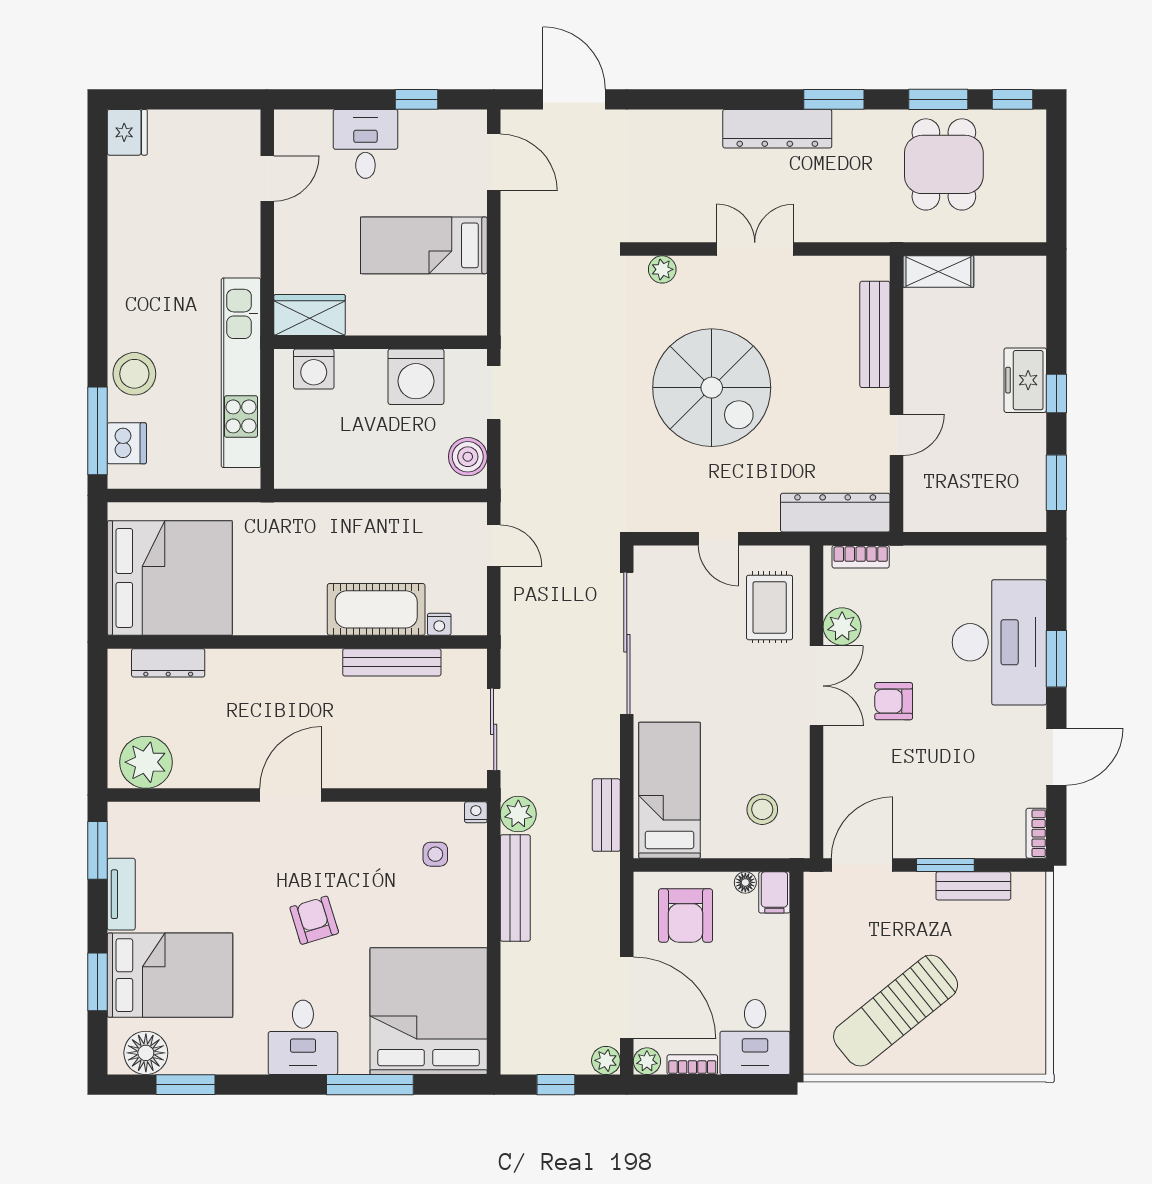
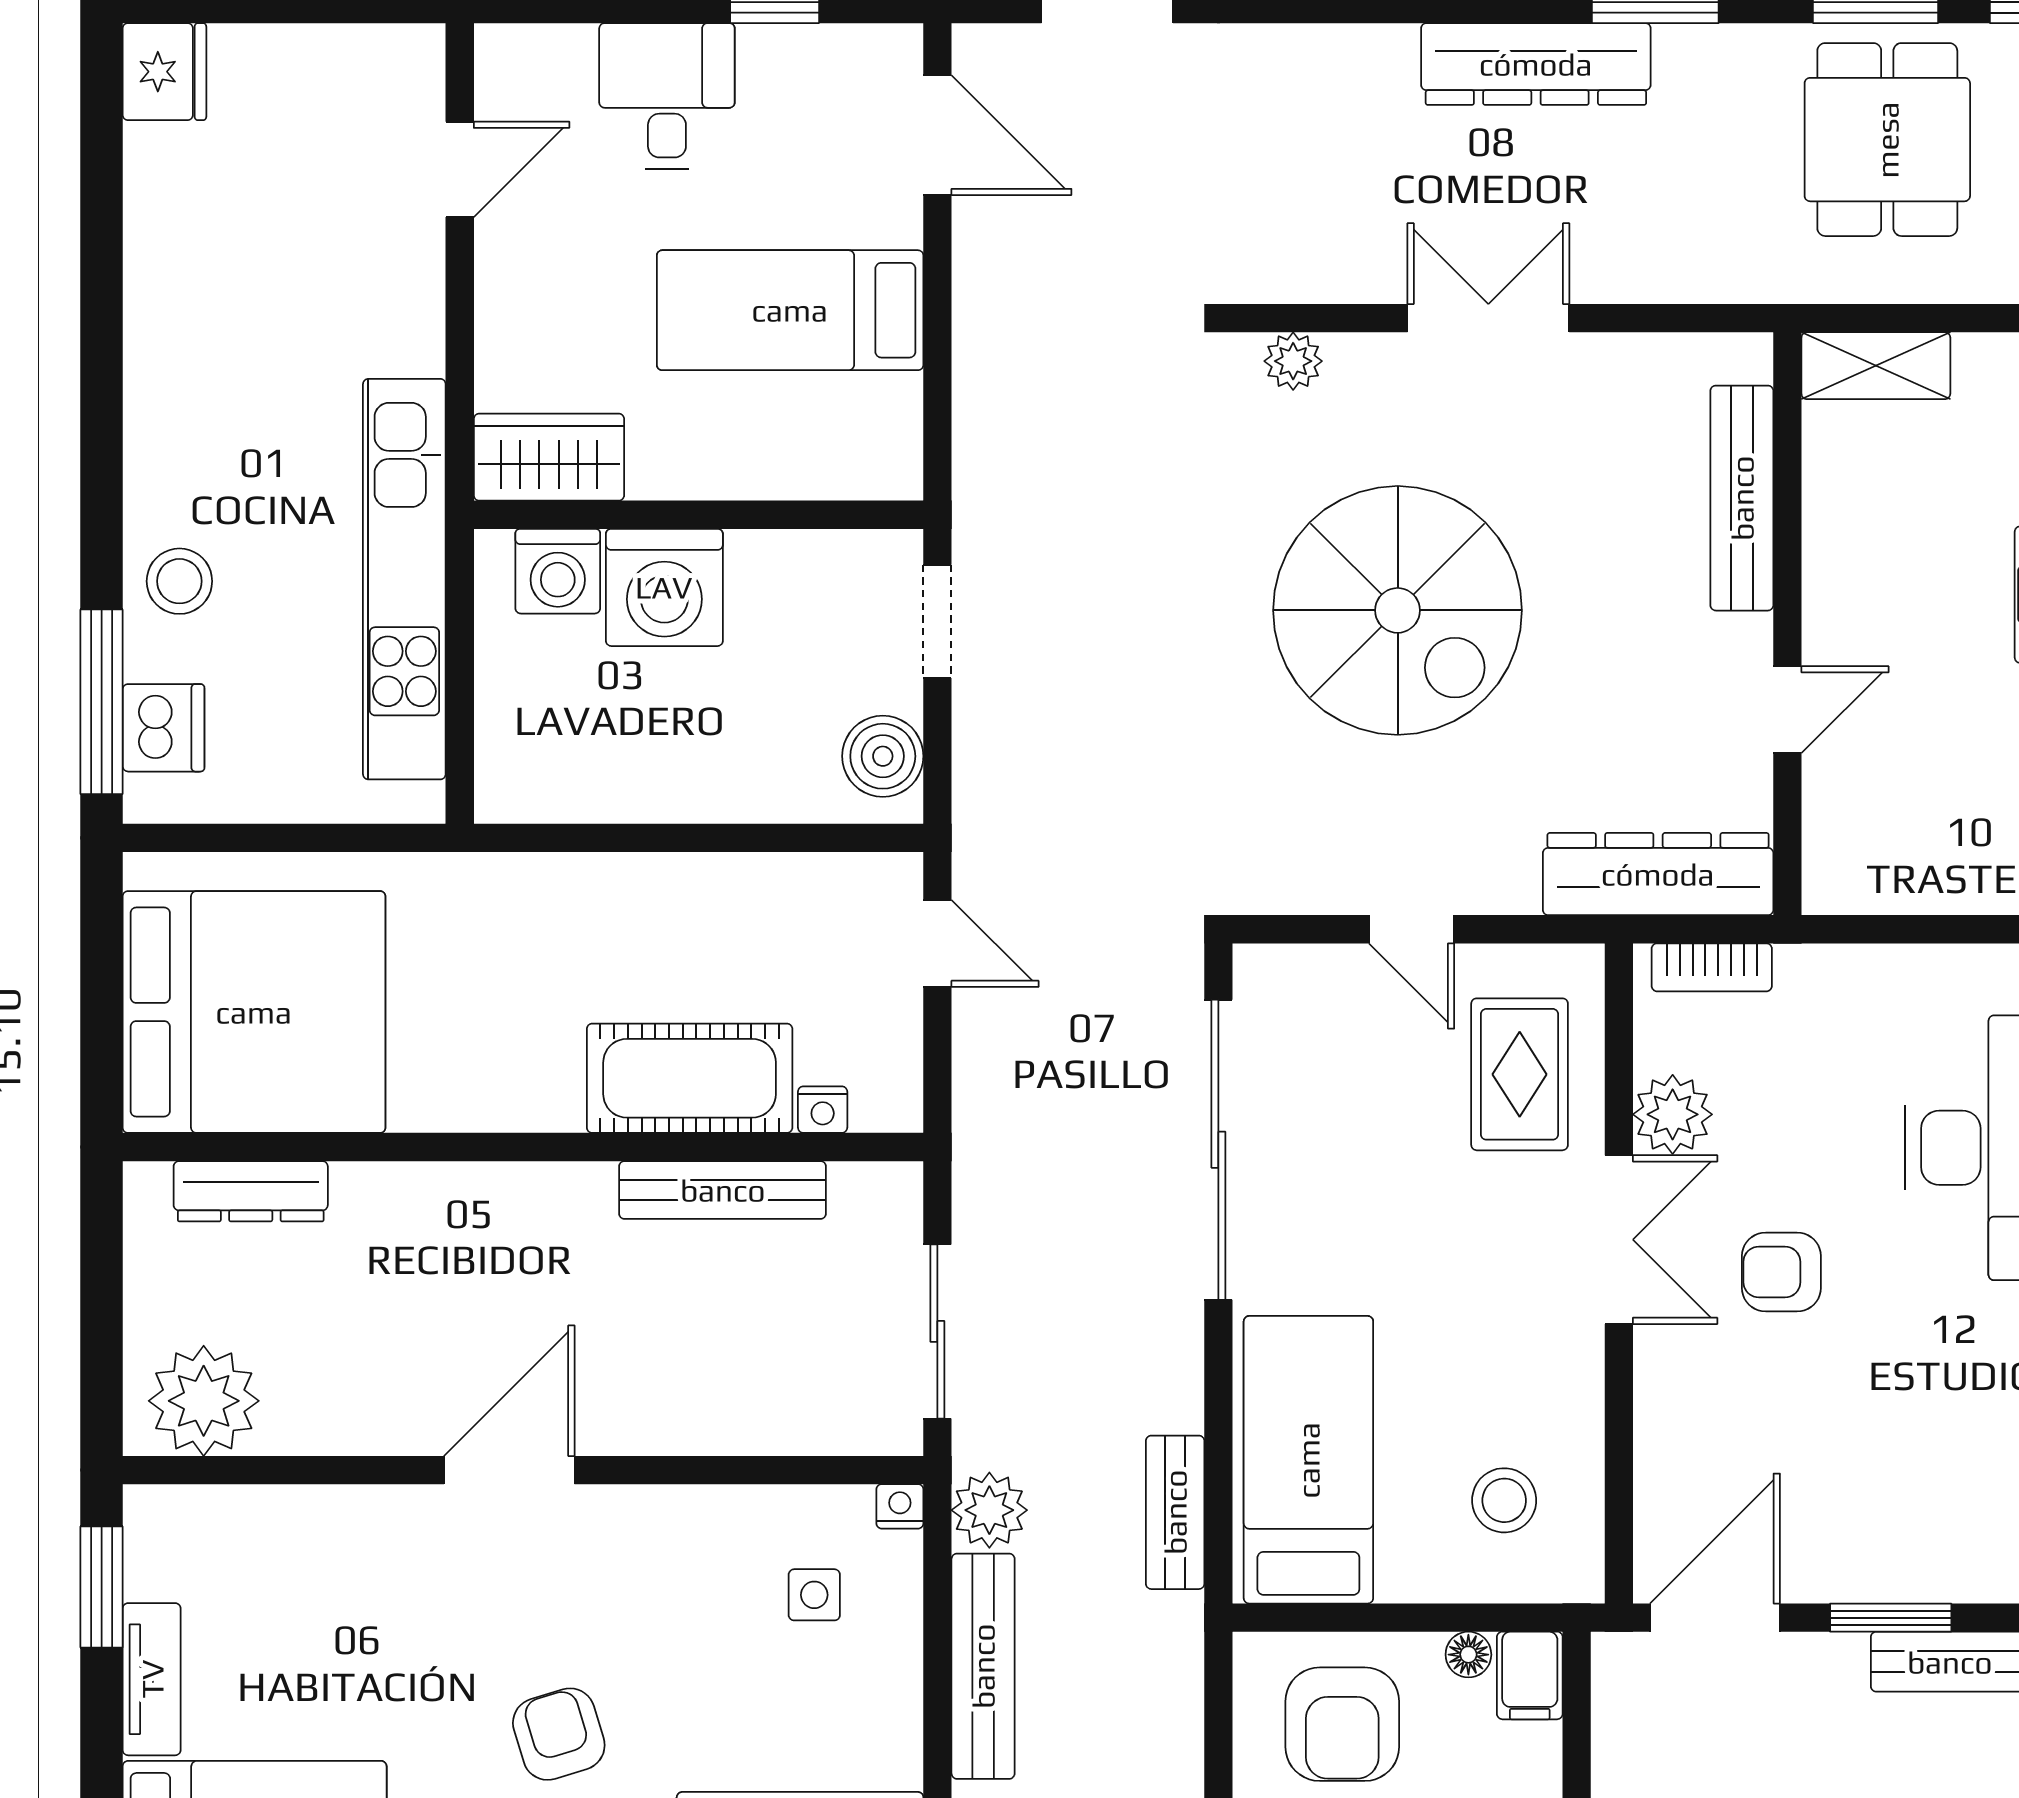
stool: (134, 374) -> (179, 581), width x0.73, depth x0.73
washing machine: (416, 377) -> (664, 587), moved

